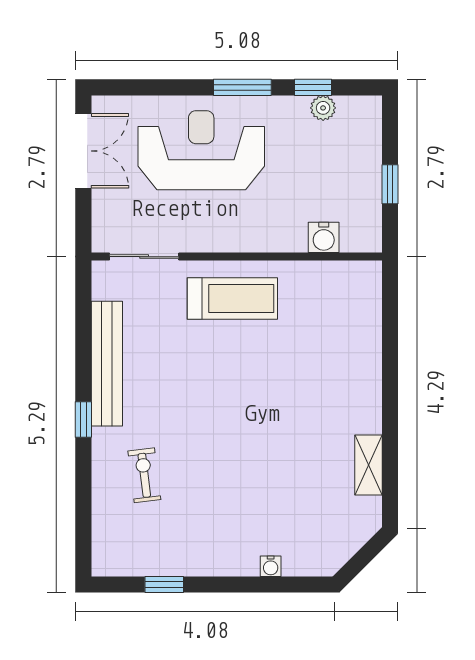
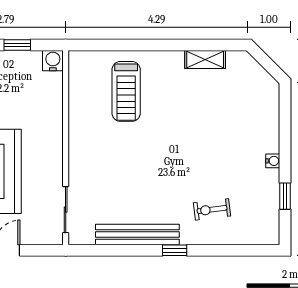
water cooler: (324, 237) -> (53, 61), moved, turned -90
treadmill: (232, 298) -> (126, 91), moved, turned 180
water cooler: (271, 566) -> (273, 161), moved

